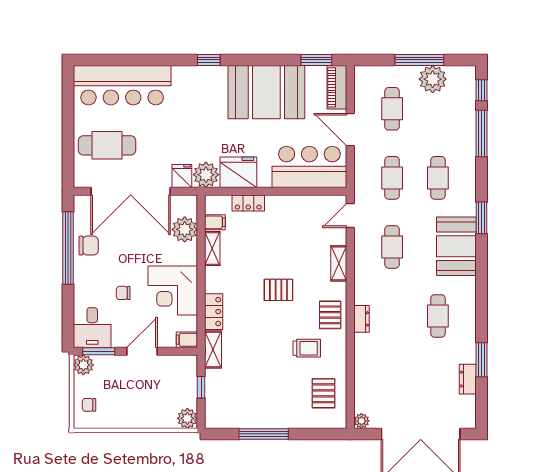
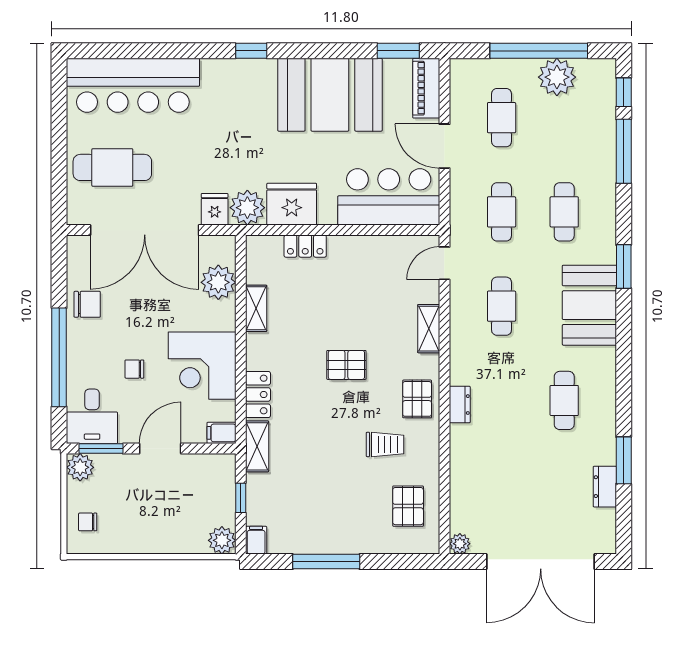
window: (419, 60) -> (539, 51), width x1.46
filing cabinet: (215, 222) -> (256, 540), moved, turned -90
window: (68, 248) -> (59, 357), moved

